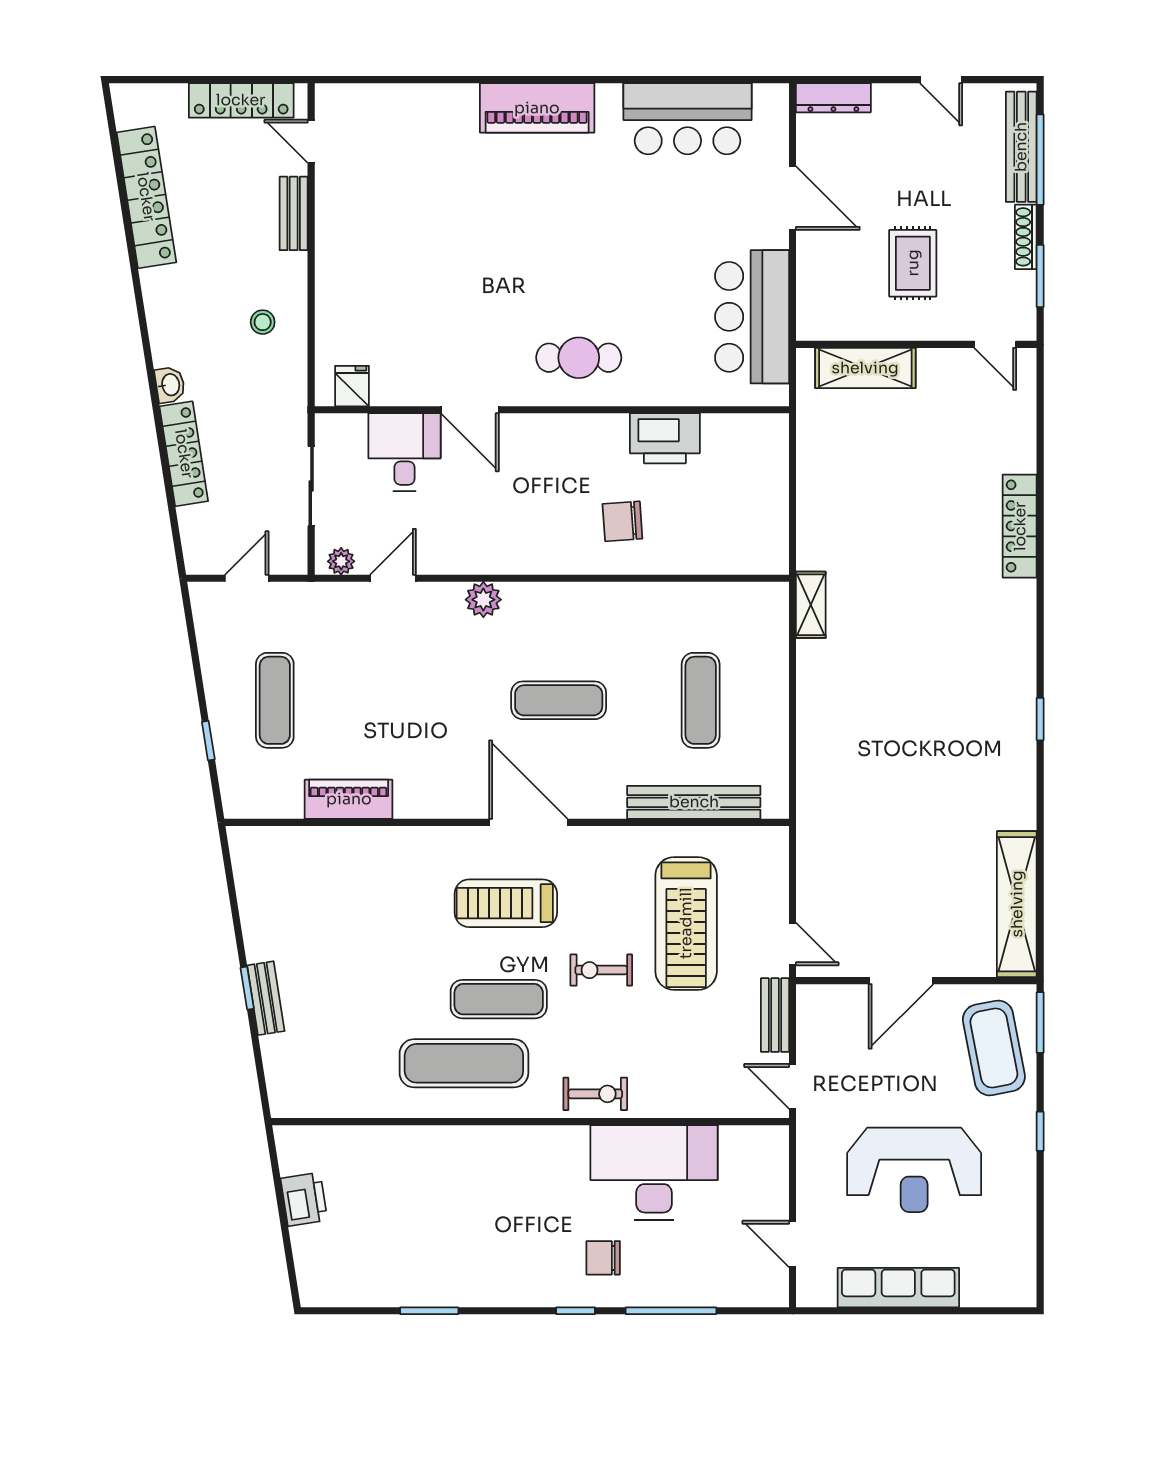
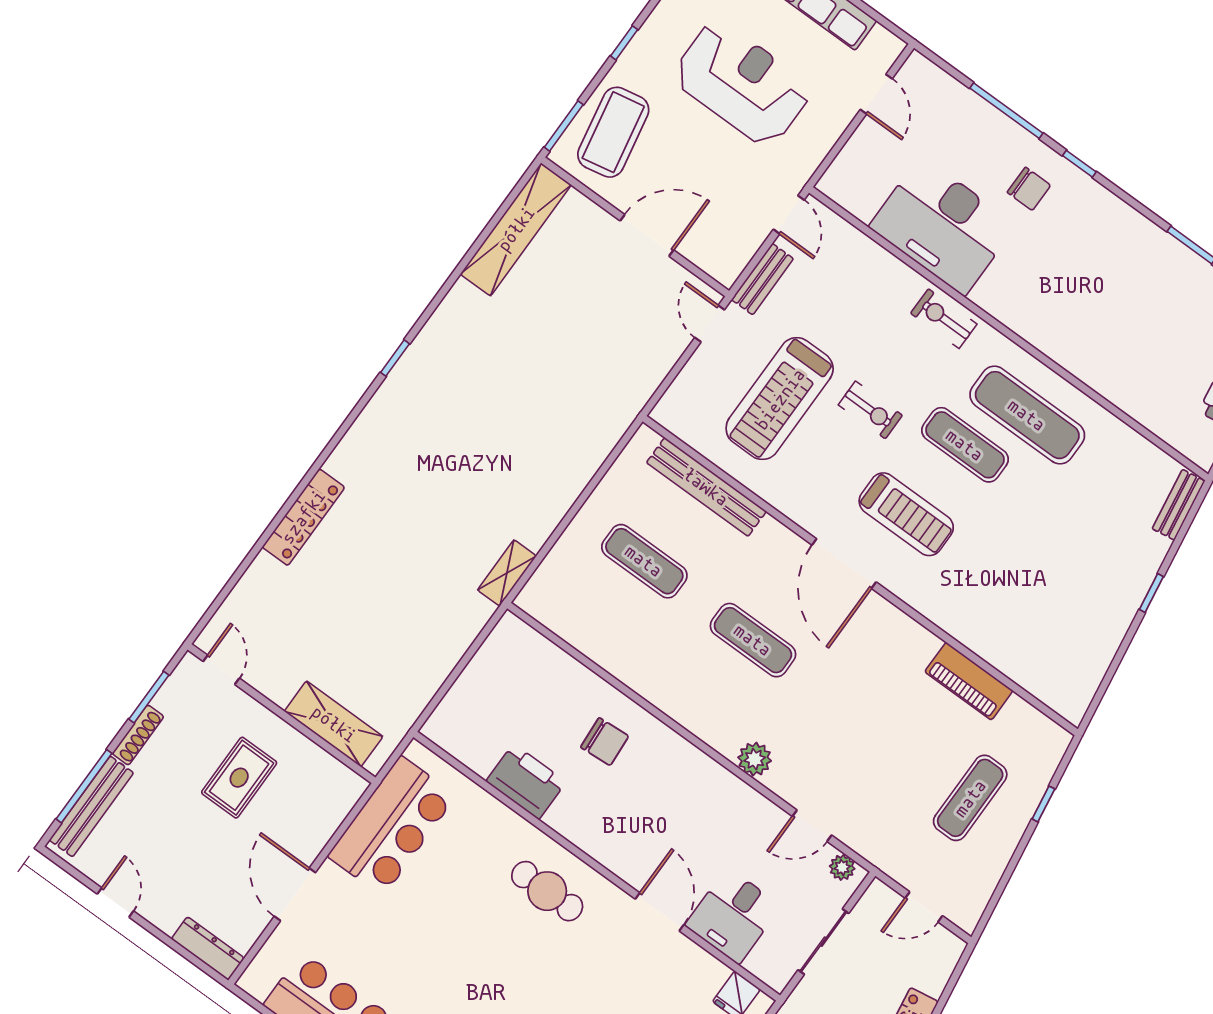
exercise mat: (701, 700) -> (644, 561), turned 90
treadmill: (686, 923) -> (780, 399), turned 180
bench: (266, 998) -> (1179, 505), moved

